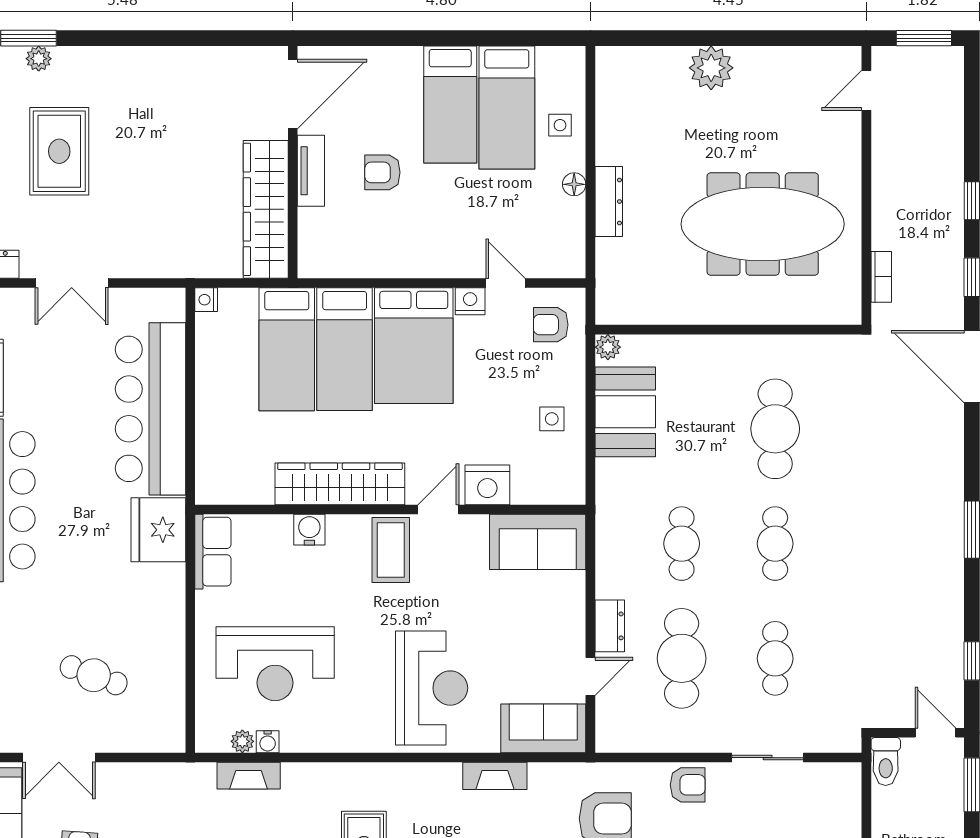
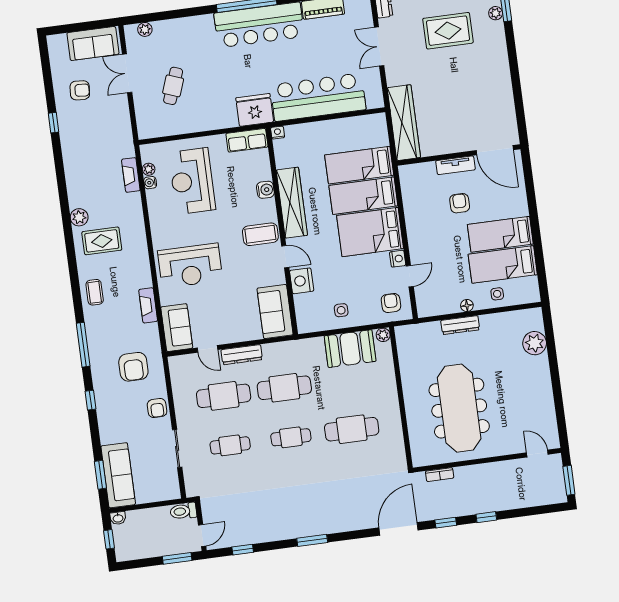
plant: (711, 68) -> (535, 343), moved
wardrobe: (266, 209) -> (404, 123), moved, turned 90
nightstand: (206, 300) -> (278, 133), moved
cafe table: (682, 544) -> (284, 388), width x1.37, depth x1.35
dresser: (610, 626) -> (242, 355), width x1.44

